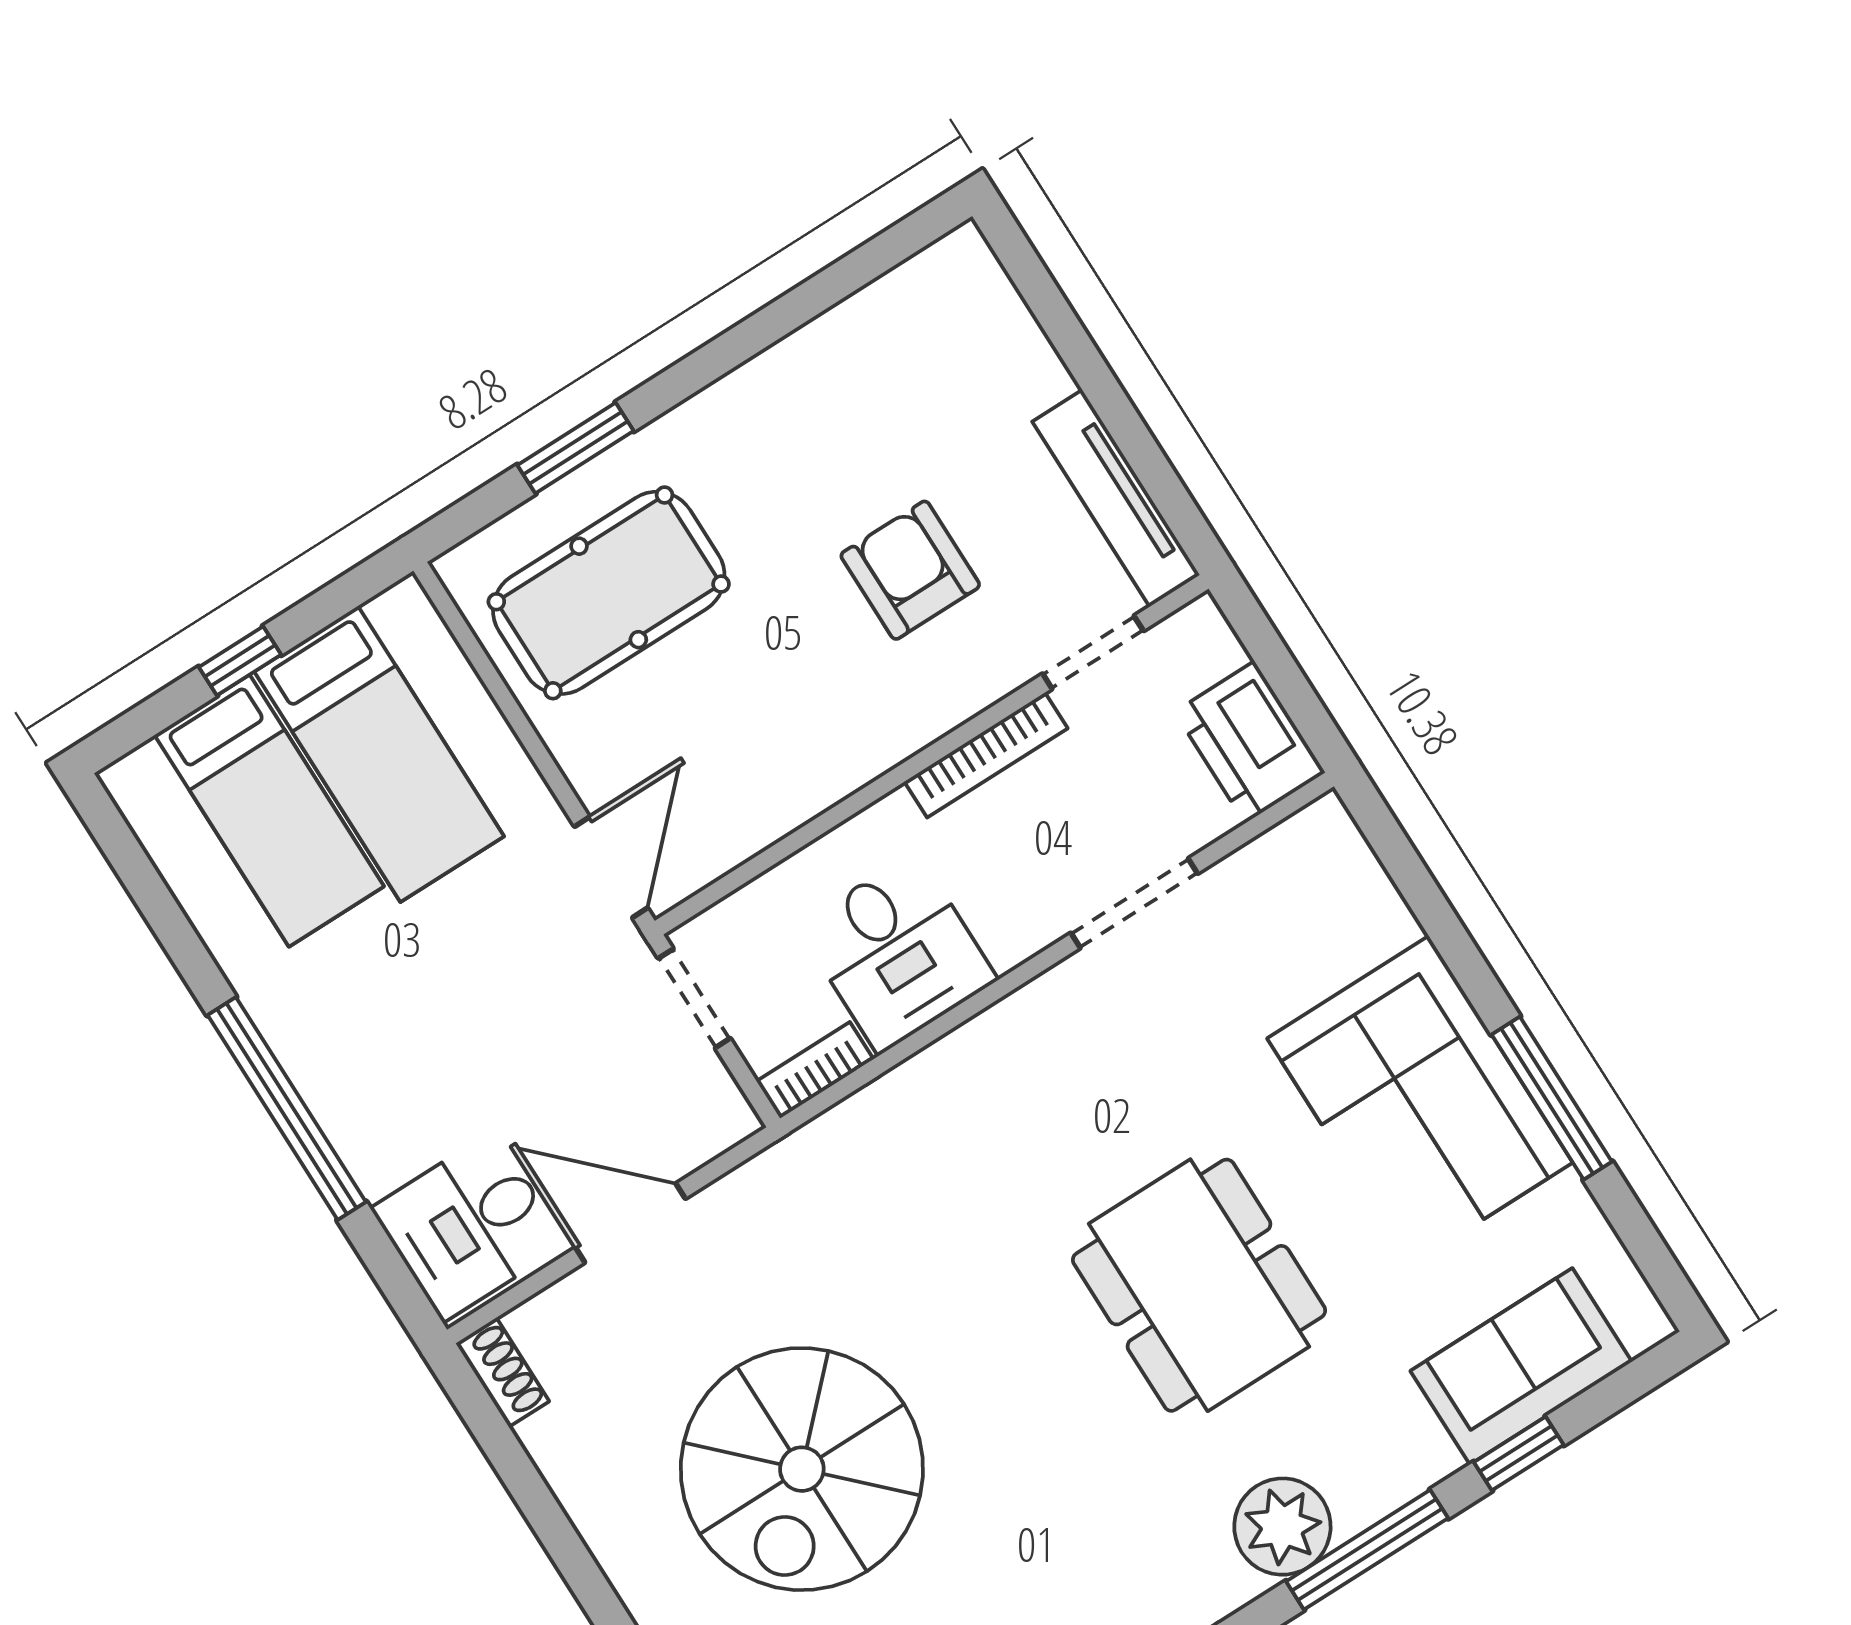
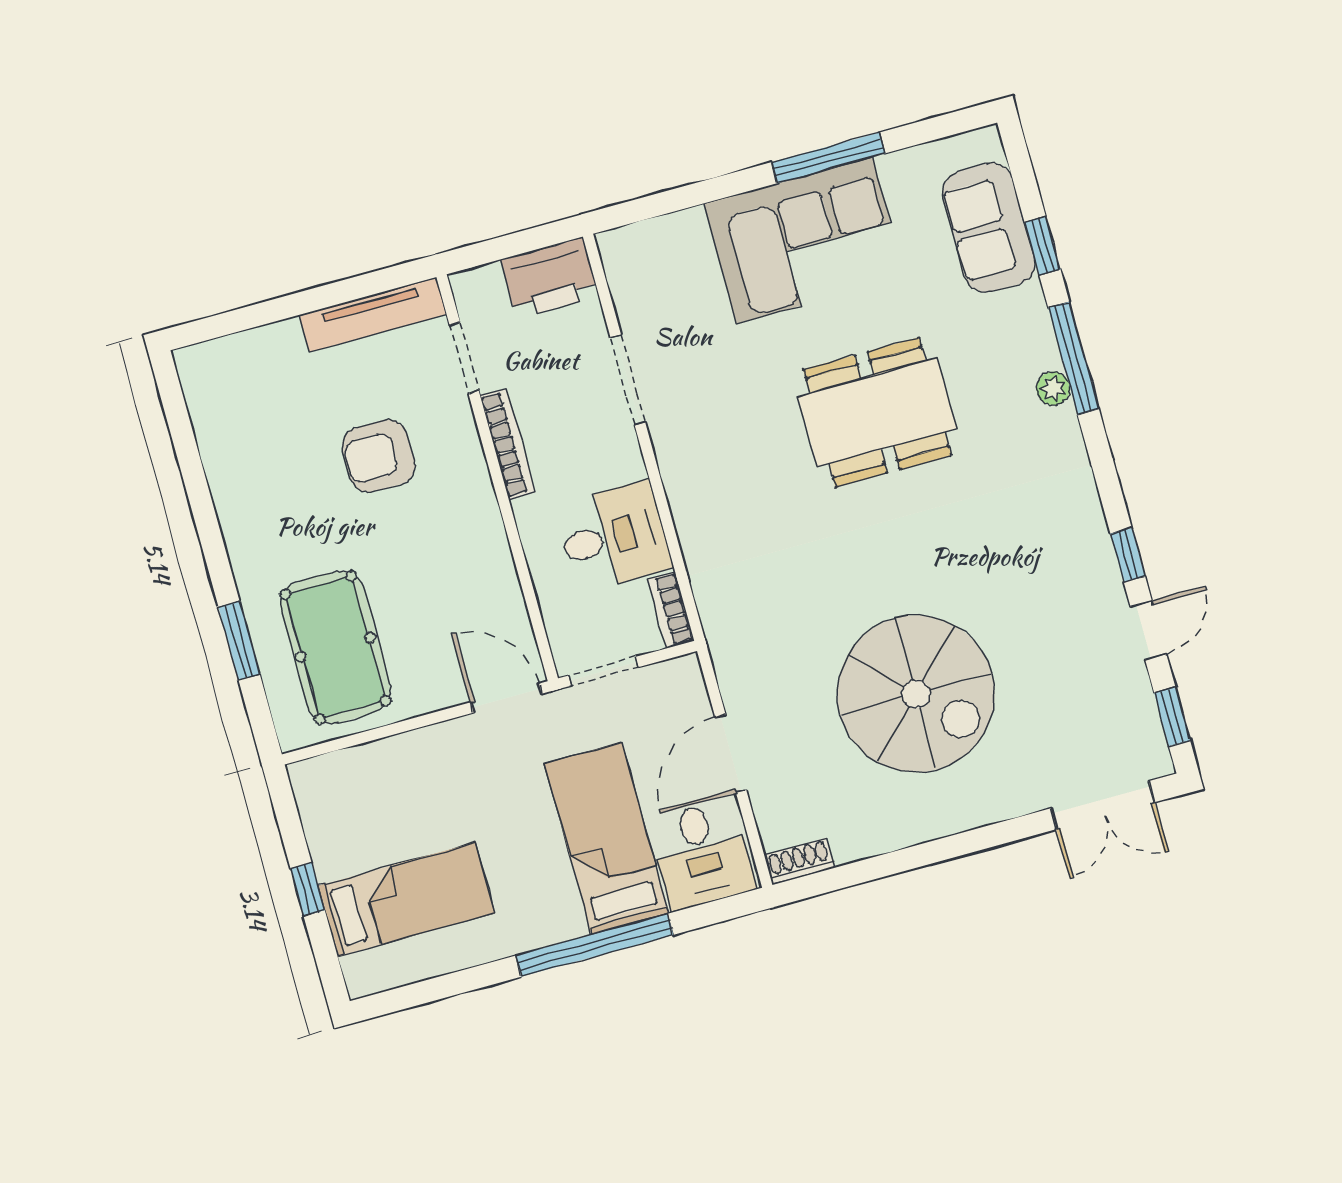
bed: (379, 754) -> (607, 839), moved, turned -90
plant: (1282, 1527) -> (1053, 388), width x0.53, depth x0.53

